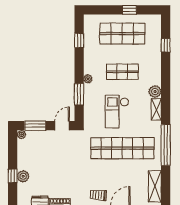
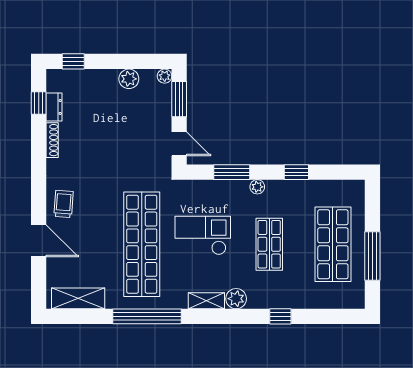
window: (129, 10) -> (372, 256), width x2.17
window: (79, 40) -> (296, 172), moved
window: (166, 45) -> (280, 316), moved
window: (13, 176) -> (73, 61), moved
plant: (23, 176) -> (129, 79), moved

